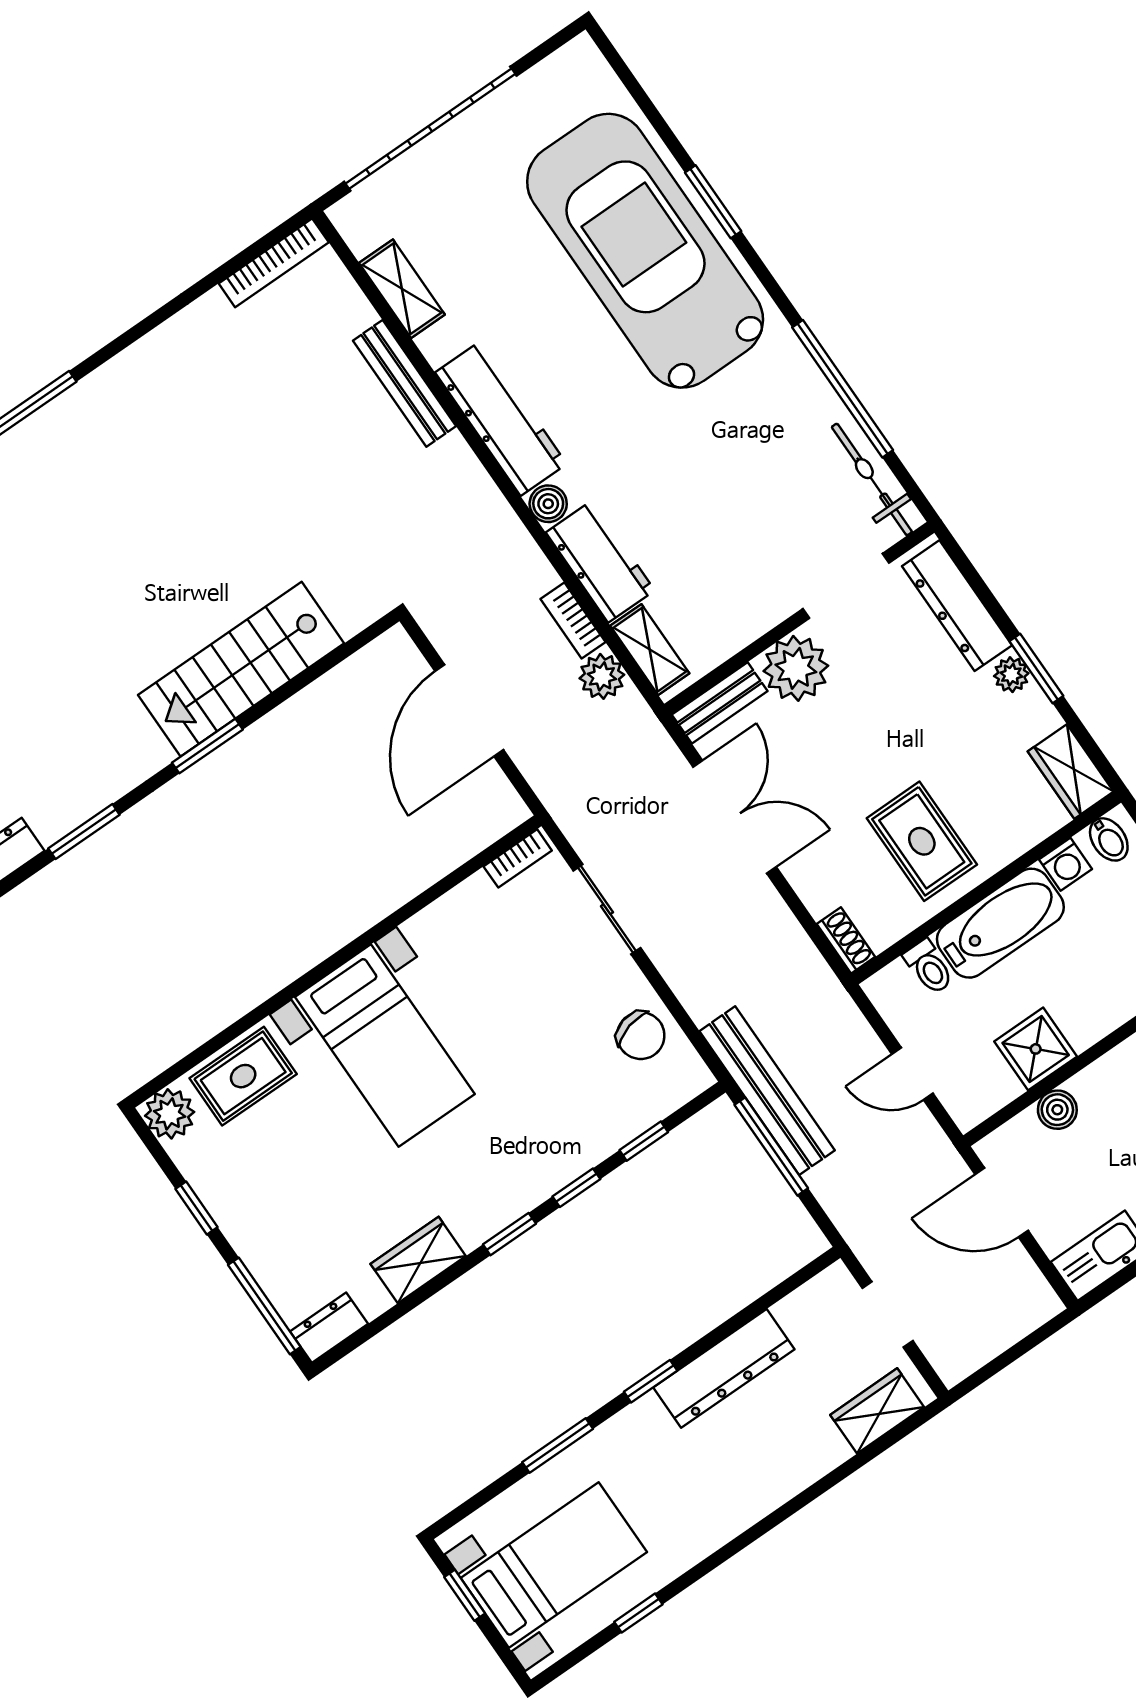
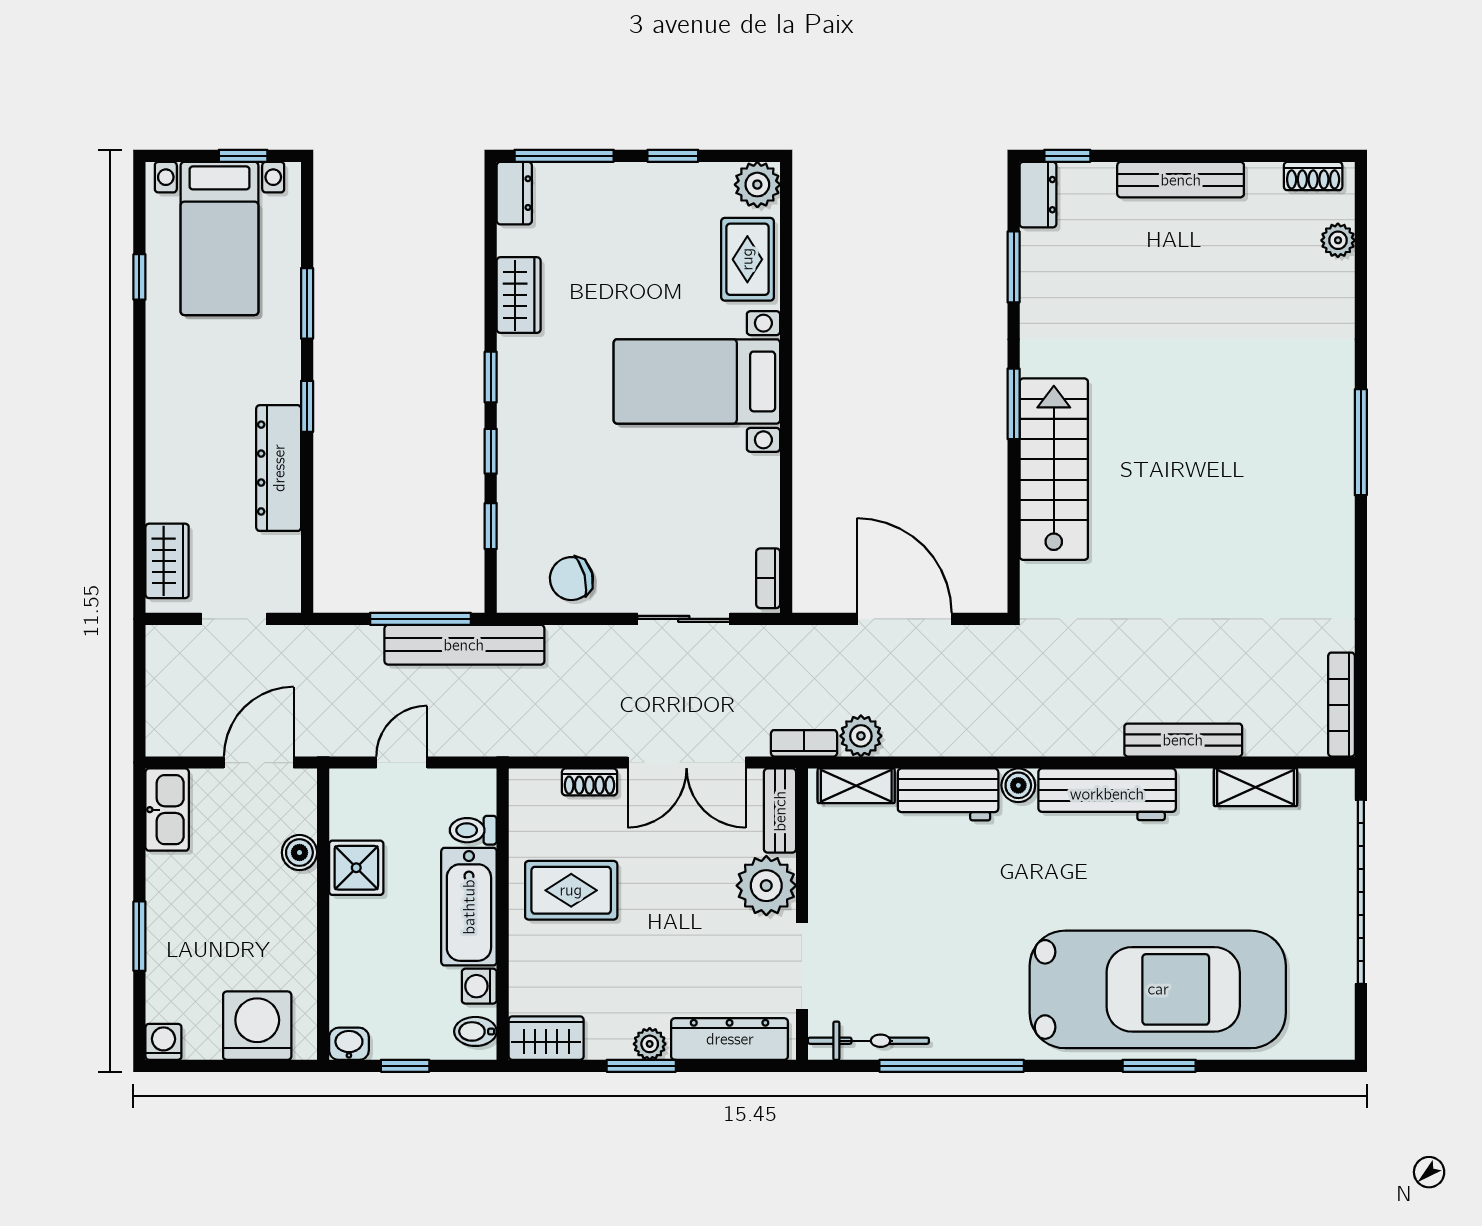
bookcase: (573, 621) -> (804, 743), moved
shoe rack: (846, 940) -> (589, 782), moved

